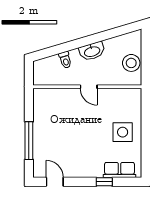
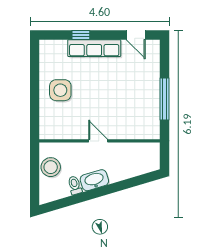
toilet: (65, 60) -> (75, 185), moved
window: (29, 141) -> (165, 99), moved
row of seats: (120, 170) -> (94, 48), moved, width x1.48

